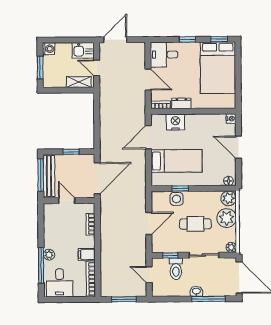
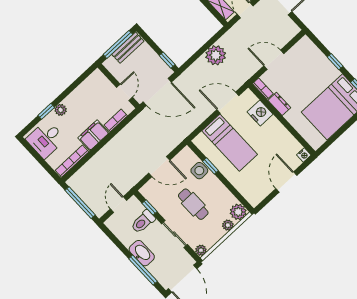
desk: (164, 55) -> (306, 54), removed
door: (148, 79) -> (274, 60), swing flipped
plant: (109, 116) -> (216, 55), added
window: (71, 152) -> (167, 60), moved
bench: (49, 176) -> (128, 48), width x0.73
floor lamp: (229, 181) -> (252, 199), removed
door: (67, 201) -> (125, 92), moved
plant: (227, 218) -> (228, 225), width x0.53, depth x0.53
filing cabinet: (87, 255) -> (94, 135), width x2.00
window: (41, 265) -> (46, 111), width x0.46
washbasin: (196, 291) -> (142, 253), width x1.91, depth x1.45
window: (124, 299) -> (80, 203), width x1.44

